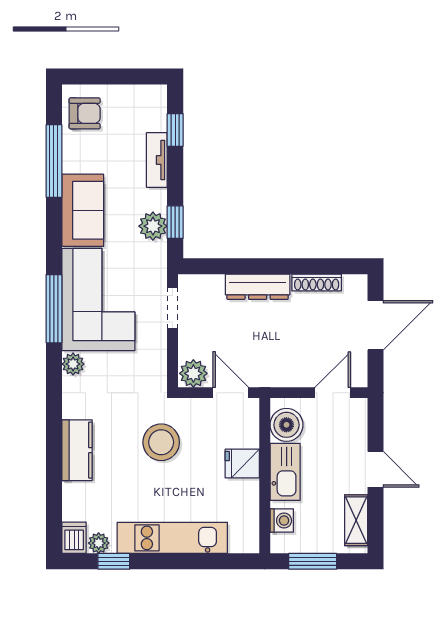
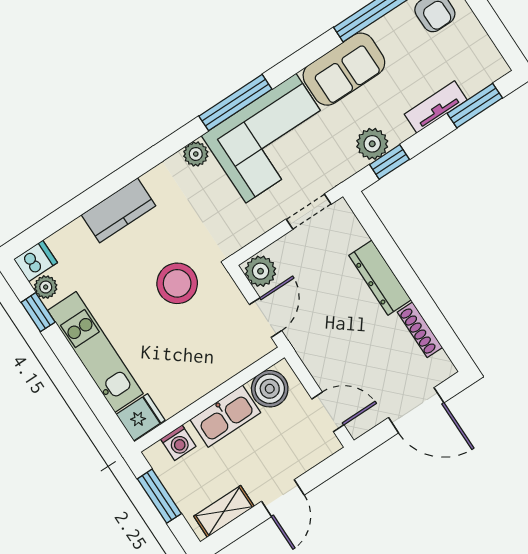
window: (175, 130) -> (475, 106), width x1.50
fridge: (242, 464) -> (141, 417), moved, turned 90

